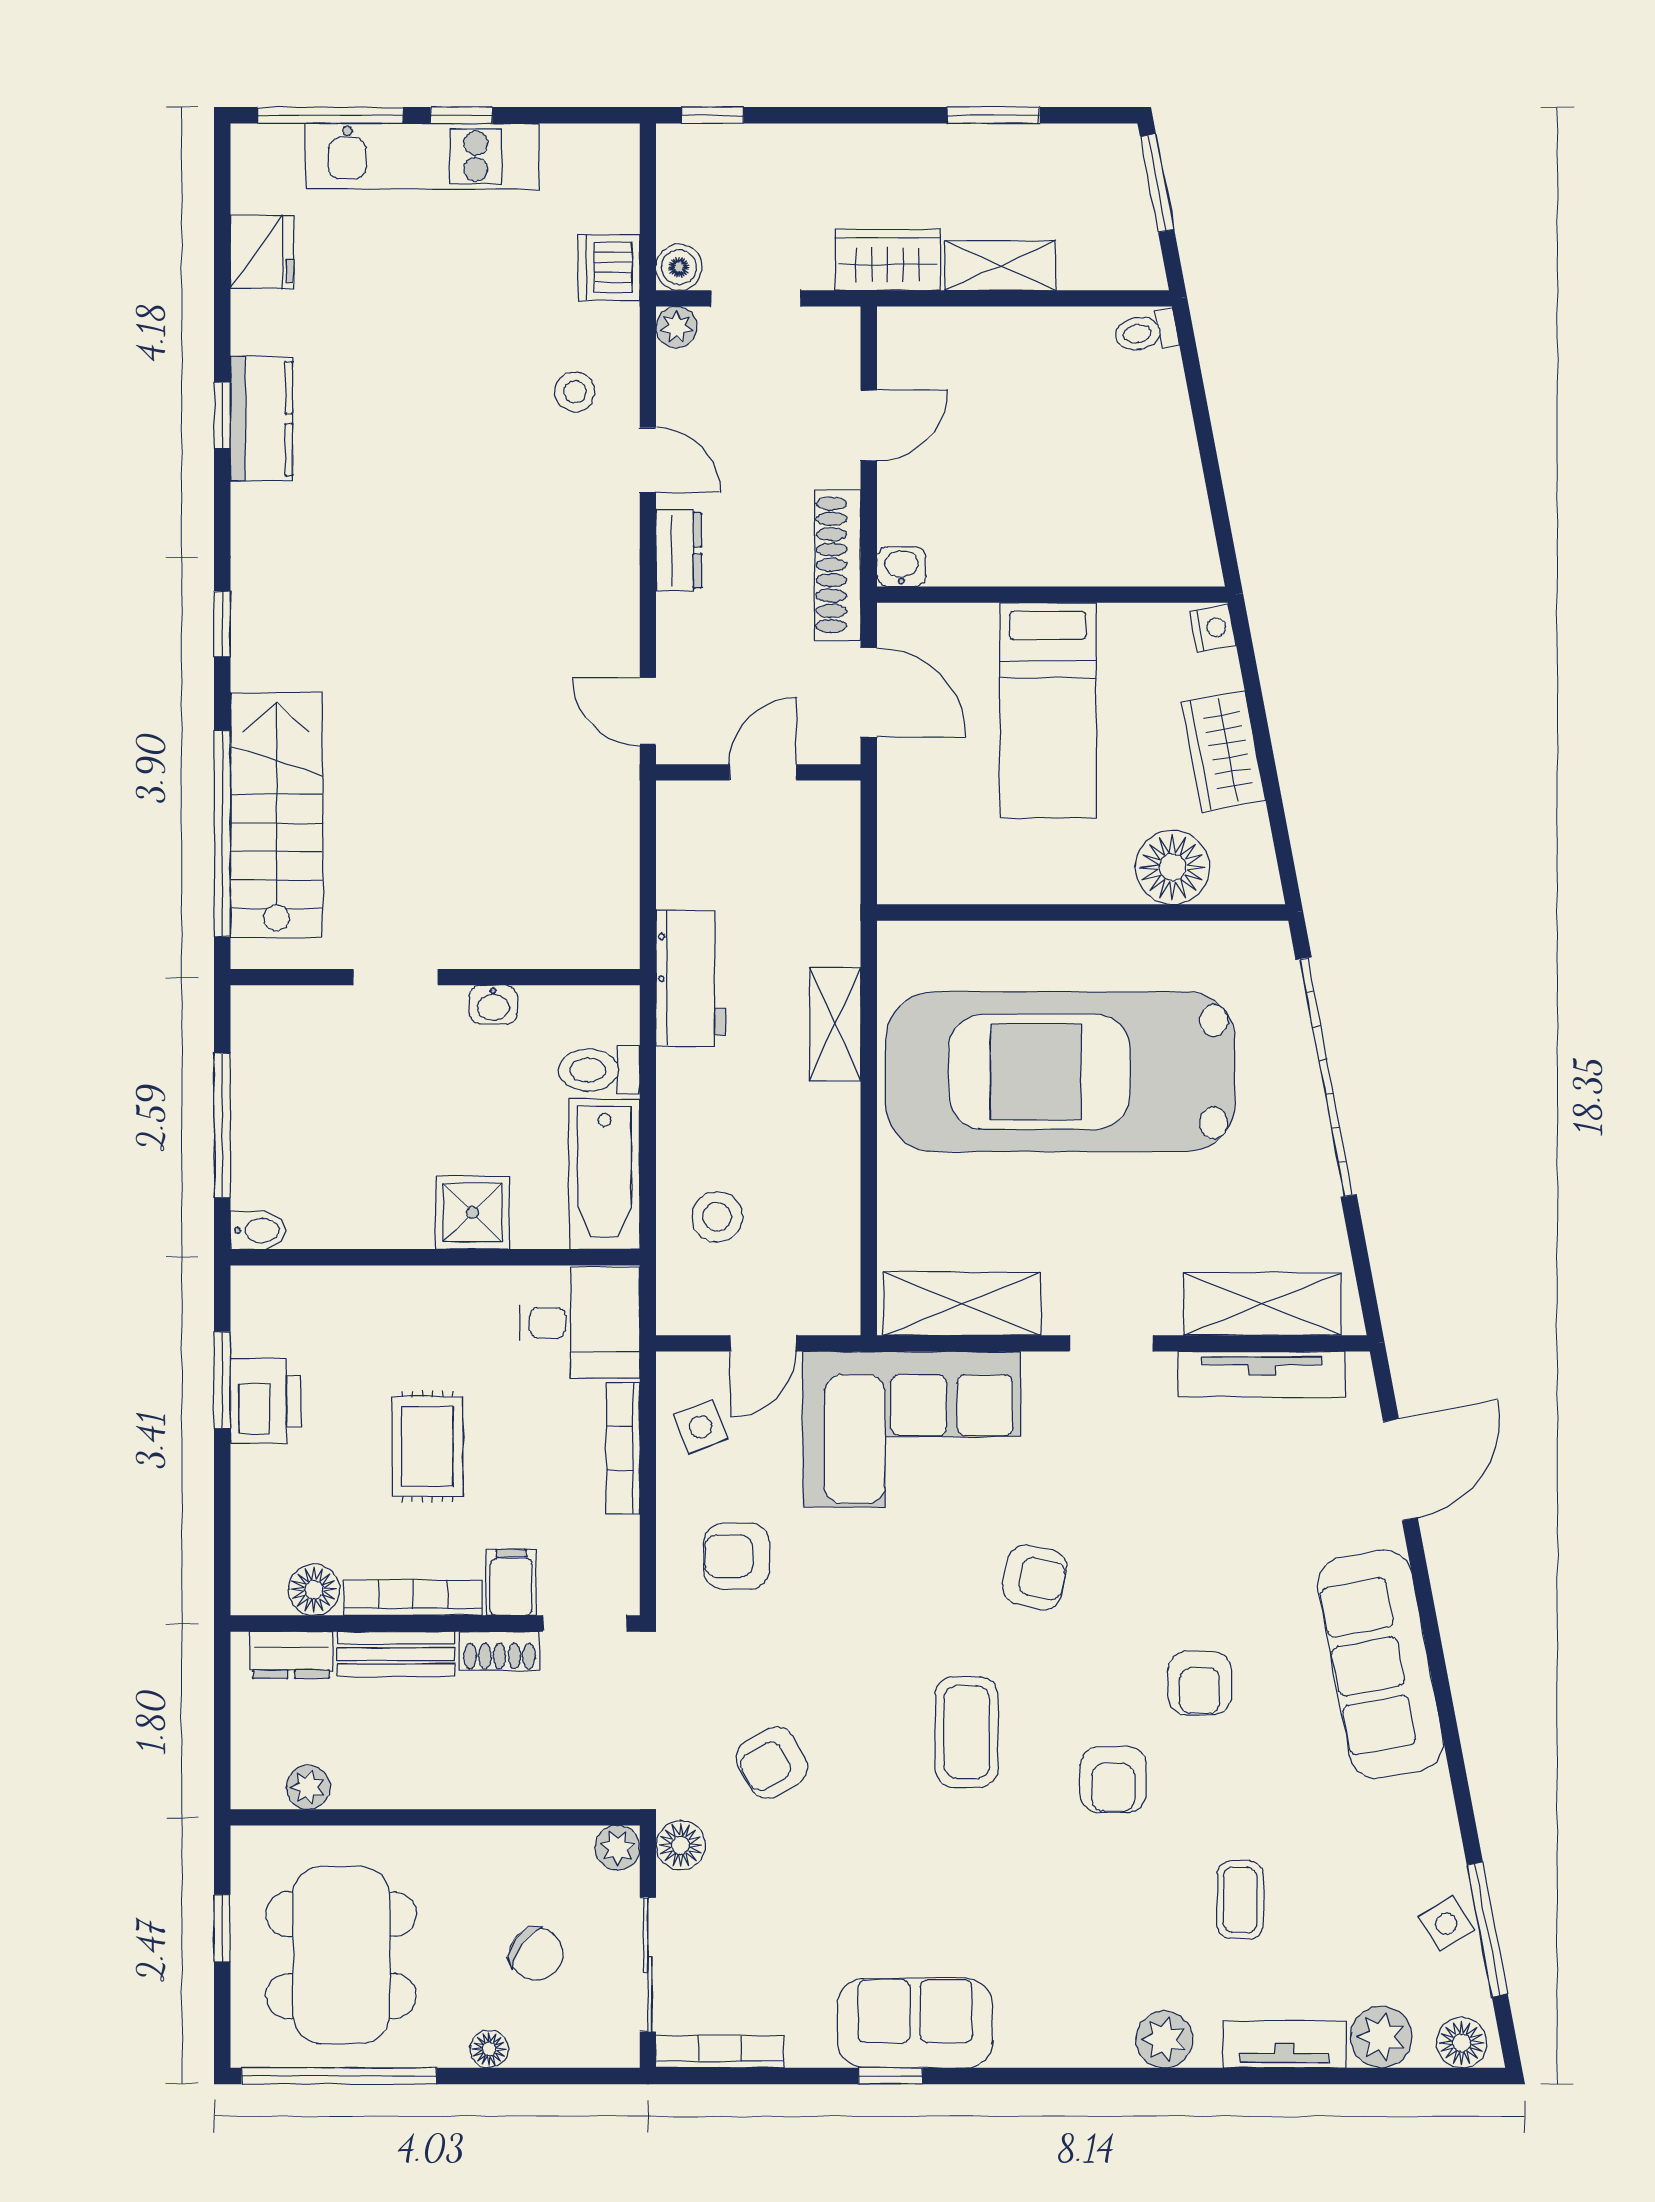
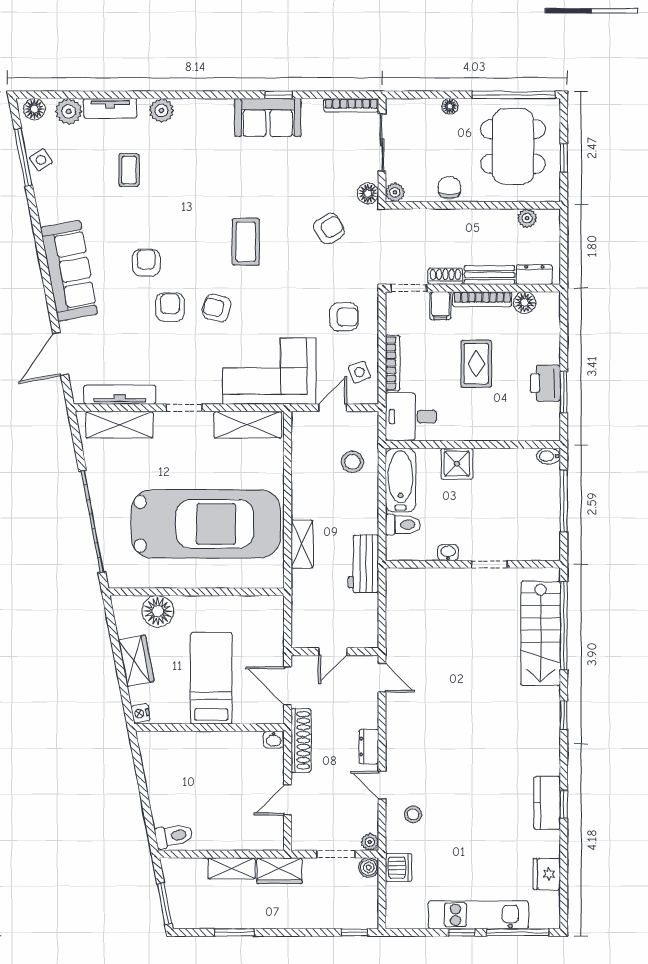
toilet: (1146, 332) -> (174, 836), width x1.37, depth x1.39
armchair: (1113, 1780) -> (170, 307), moved
chair: (536, 1954) -> (449, 188), moved, turned 55

